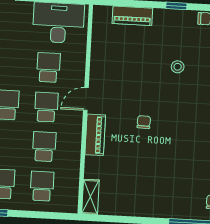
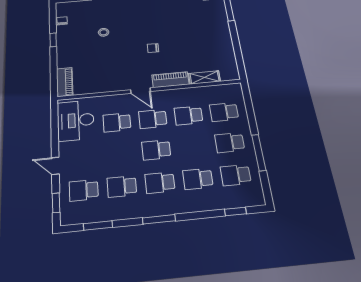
piano: (132, 16) -> (65, 82), moved
shelving: (90, 197) -> (204, 77), moved

